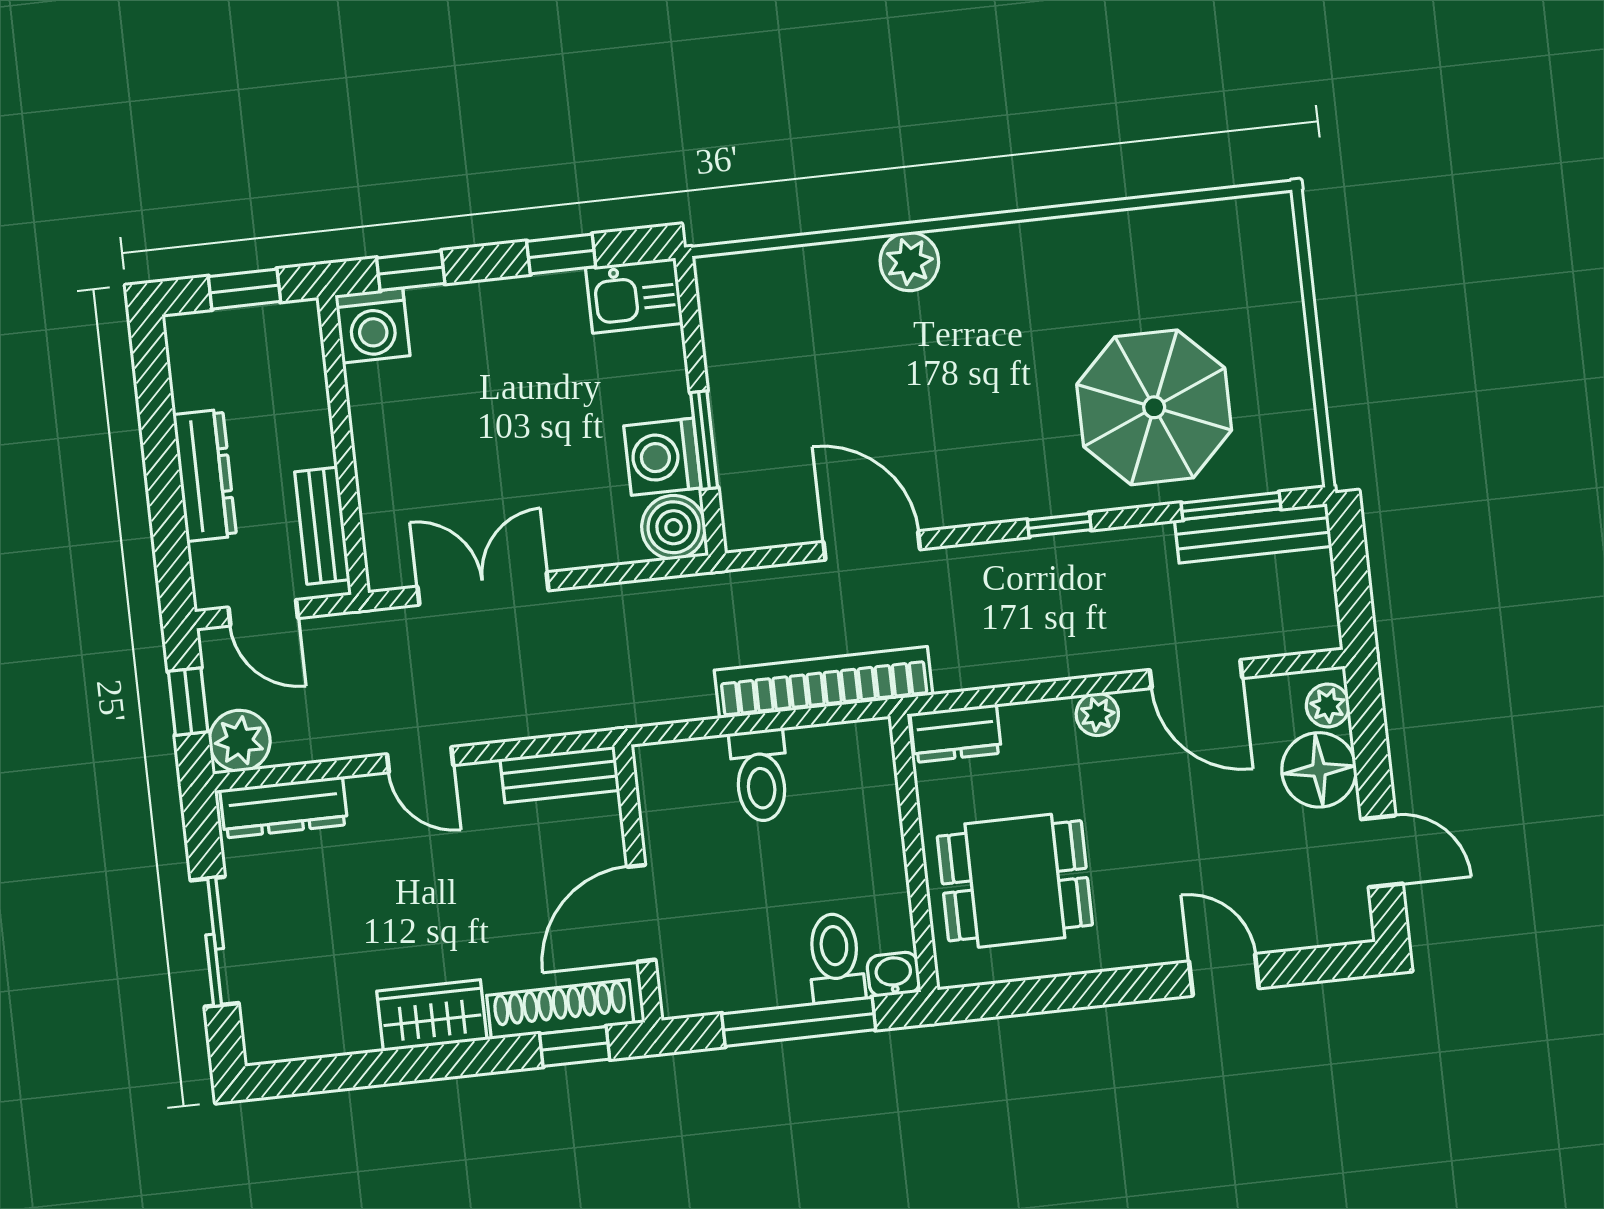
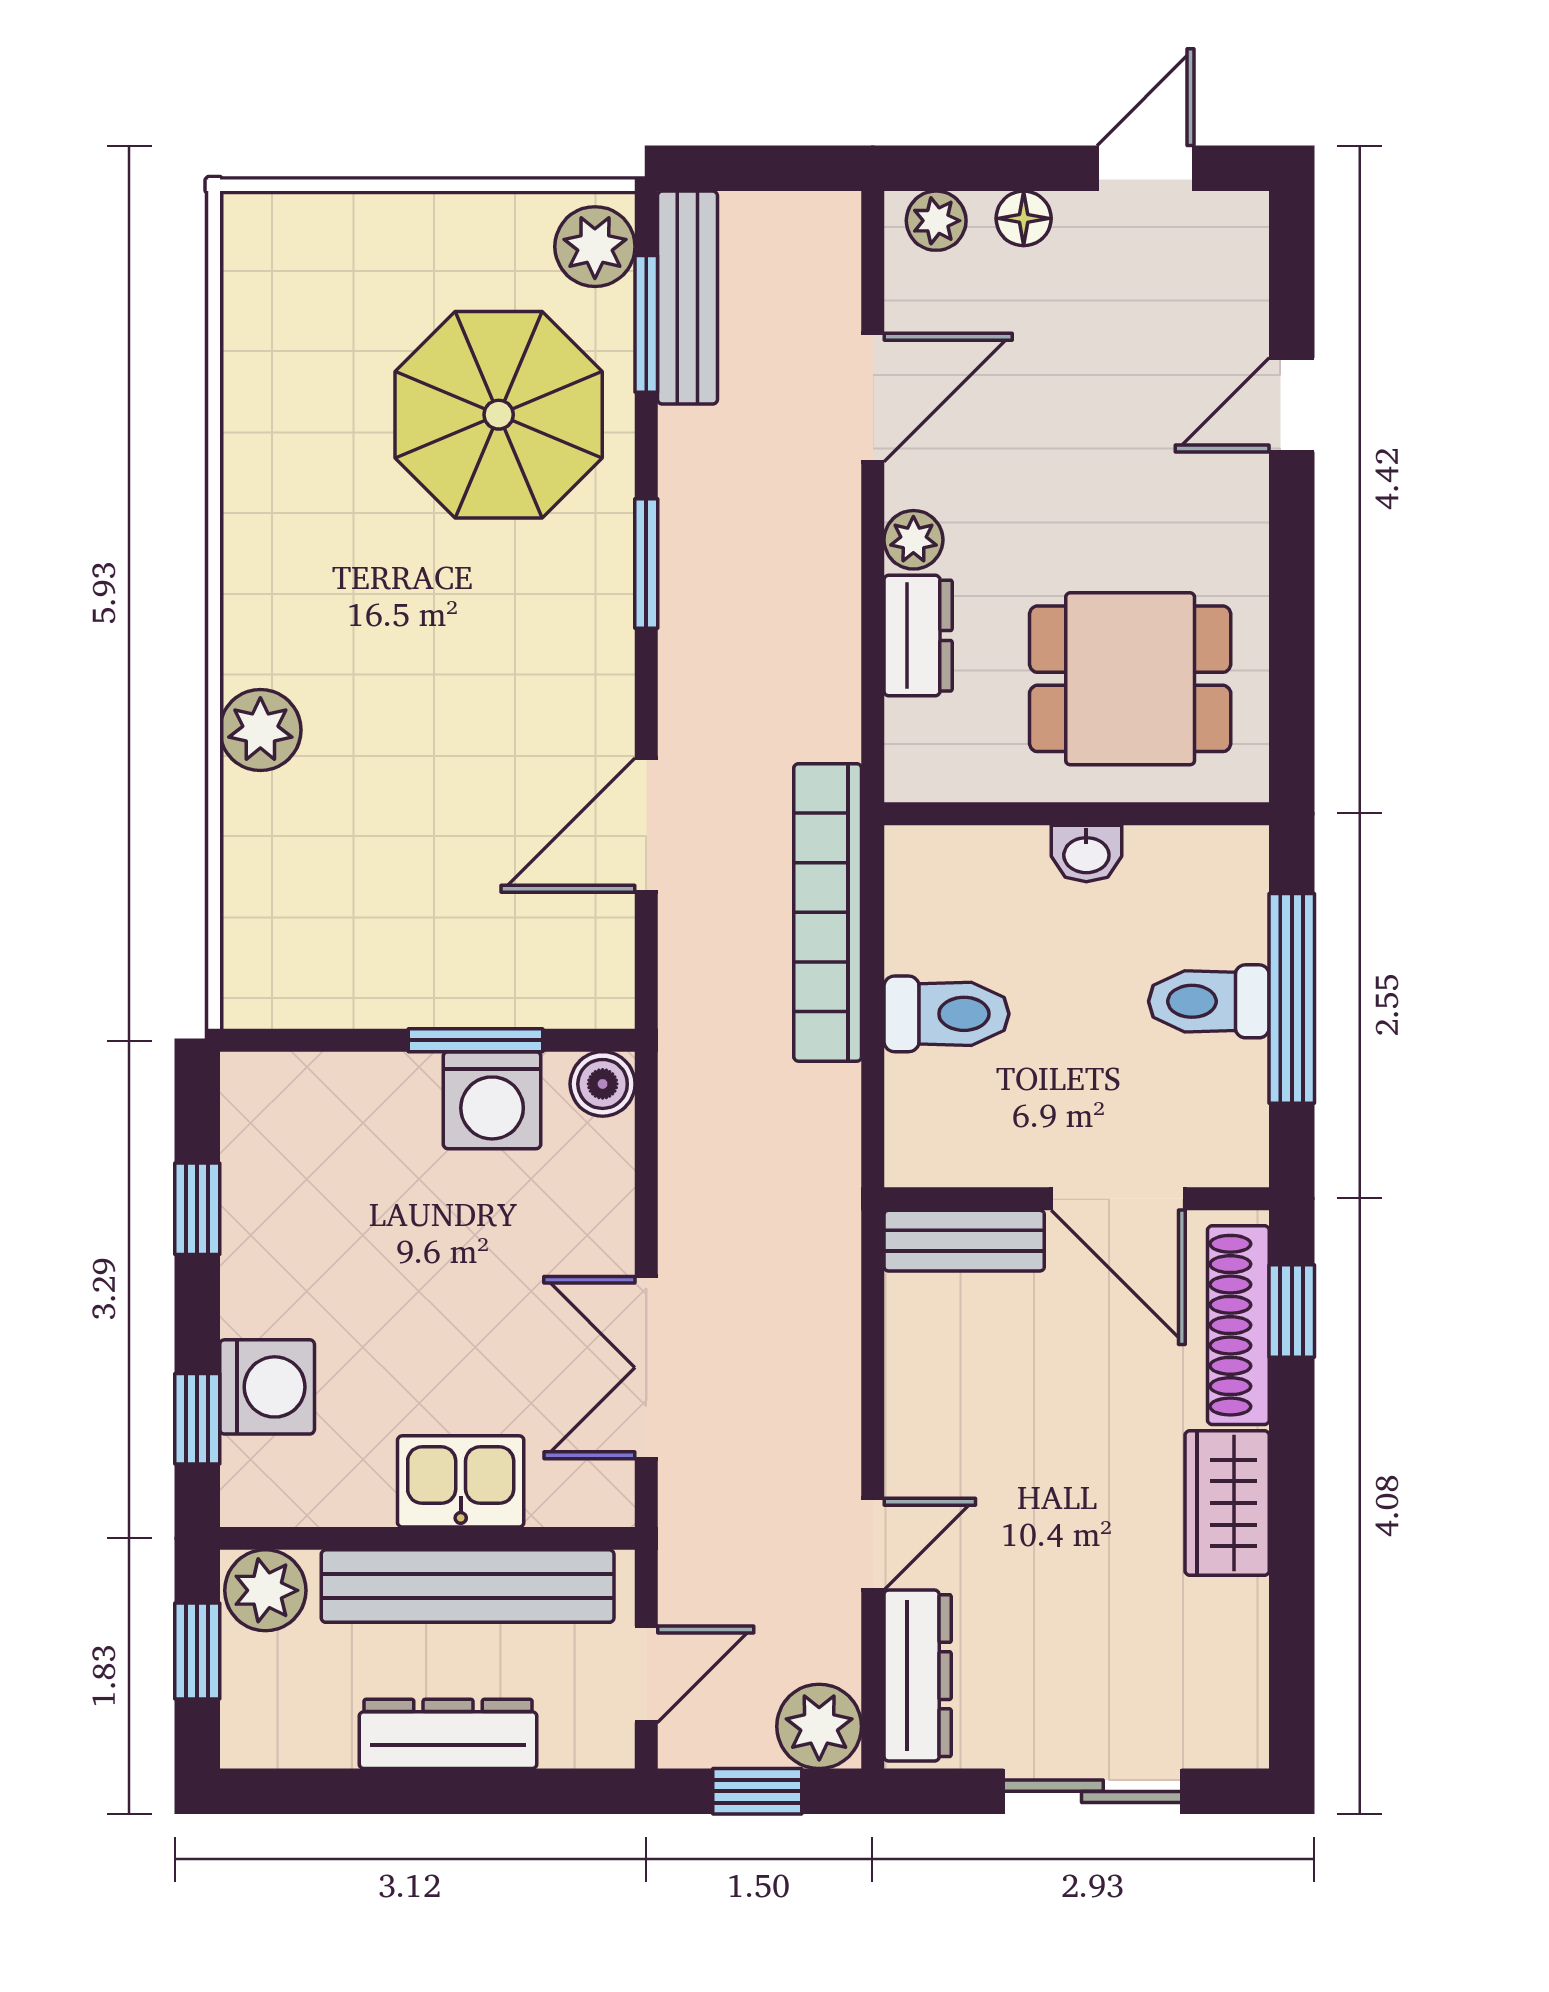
kitchen sink: (634, 296) -> (461, 1481), moved, turned -90
washing machine: (373, 326) -> (267, 1387), moved
plant: (293, 333) -> (265, 1590), added
plant: (1282, 463) -> (595, 247), added
window: (1059, 525) -> (646, 564), width x1.50
bench: (322, 526) -> (468, 1586), width x1.86, depth x1.21
boiler: (673, 527) -> (603, 1084), width x0.73, depth x0.73
dresser: (956, 733) -> (918, 636), moved
door: (420, 760) -> (873, 1544), moved
floor lamp: (1319, 770) -> (1024, 218), width x0.53, depth x0.53
bench: (560, 775) -> (964, 1241), moved, turned 90
dining table: (1015, 881) -> (1130, 679), turned 90
toilet: (835, 958) -> (1209, 1001), moved
washbasin: (894, 974) -> (1086, 853), moved, turned -90

